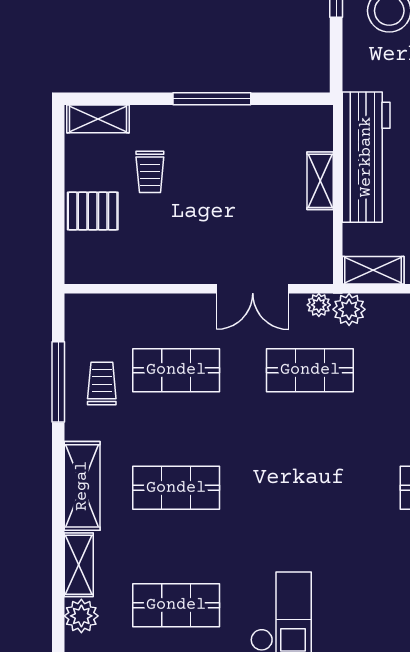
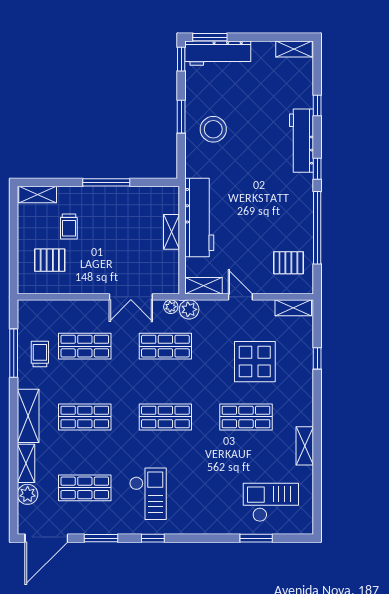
pallet: (93, 211) -> (50, 260), moved
shop shelf: (310, 488) -> (165, 417), added

